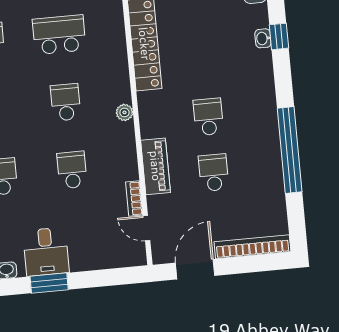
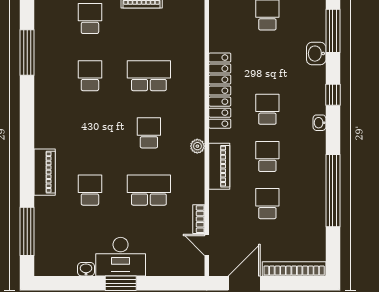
washbasin: (263, 38) -> (319, 123), moved
school desk: (203, 61) -> (267, 109), added
piano: (156, 166) -> (219, 166), moved
school desk: (72, 170) -> (149, 190), width x1.85
desk: (46, 252) -> (121, 257), width x1.37

